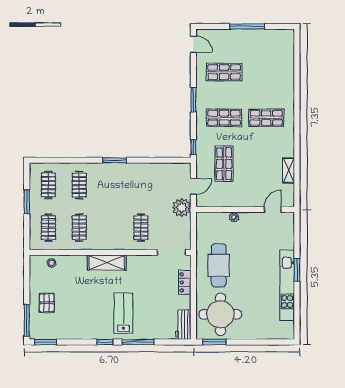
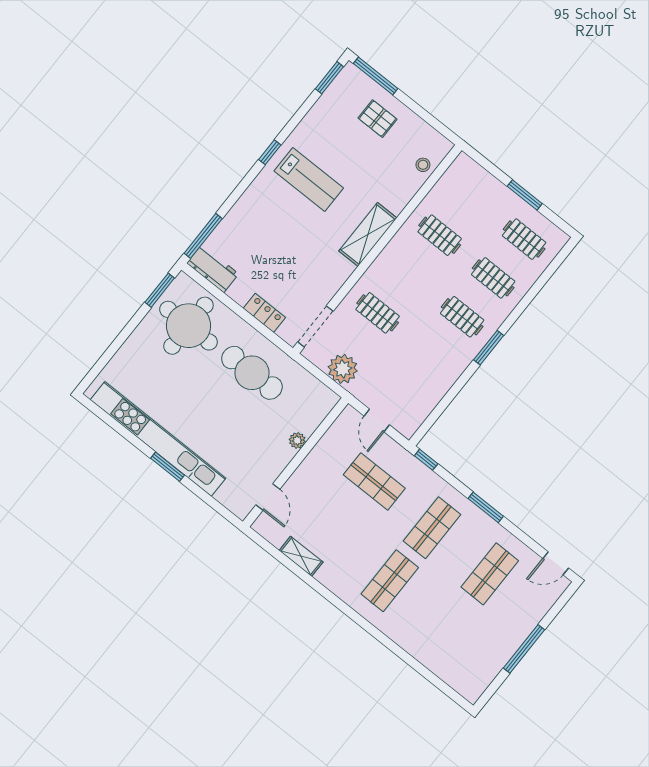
plant: (182, 207) -> (343, 369), moved
clothes rail: (48, 228) -> (462, 317), moved
kitchen unit: (287, 285) -> (158, 439), width x1.36
lab bench: (123, 313) -> (309, 179), moved
window: (138, 342) -> (203, 236), moved

